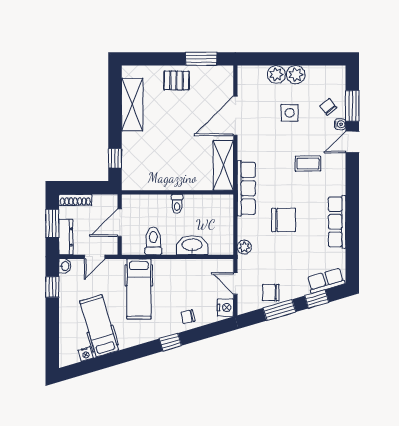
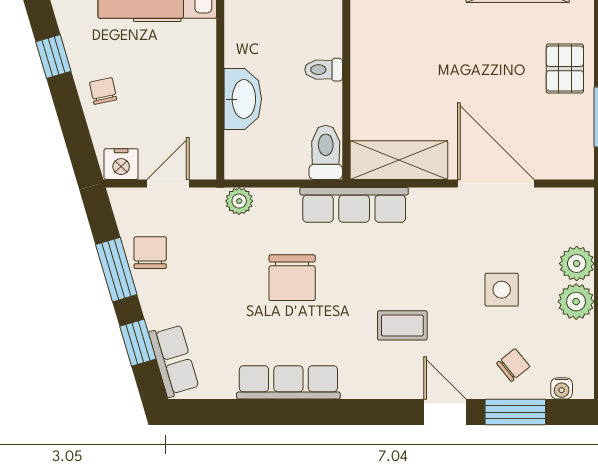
water cooler: (340, 124) -> (562, 388), moved
coffee table: (308, 164) -> (402, 325), turned 90
toilet: (153, 241) -> (326, 152), moved, turned -90

